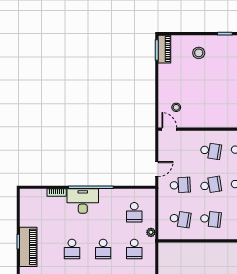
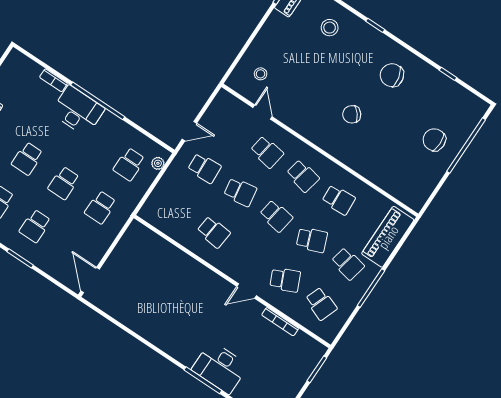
door: (169, 129) -> (263, 112), moved
school desk: (180, 219) -> (178, 208), removed
plant: (151, 232) -> (158, 163), moved

